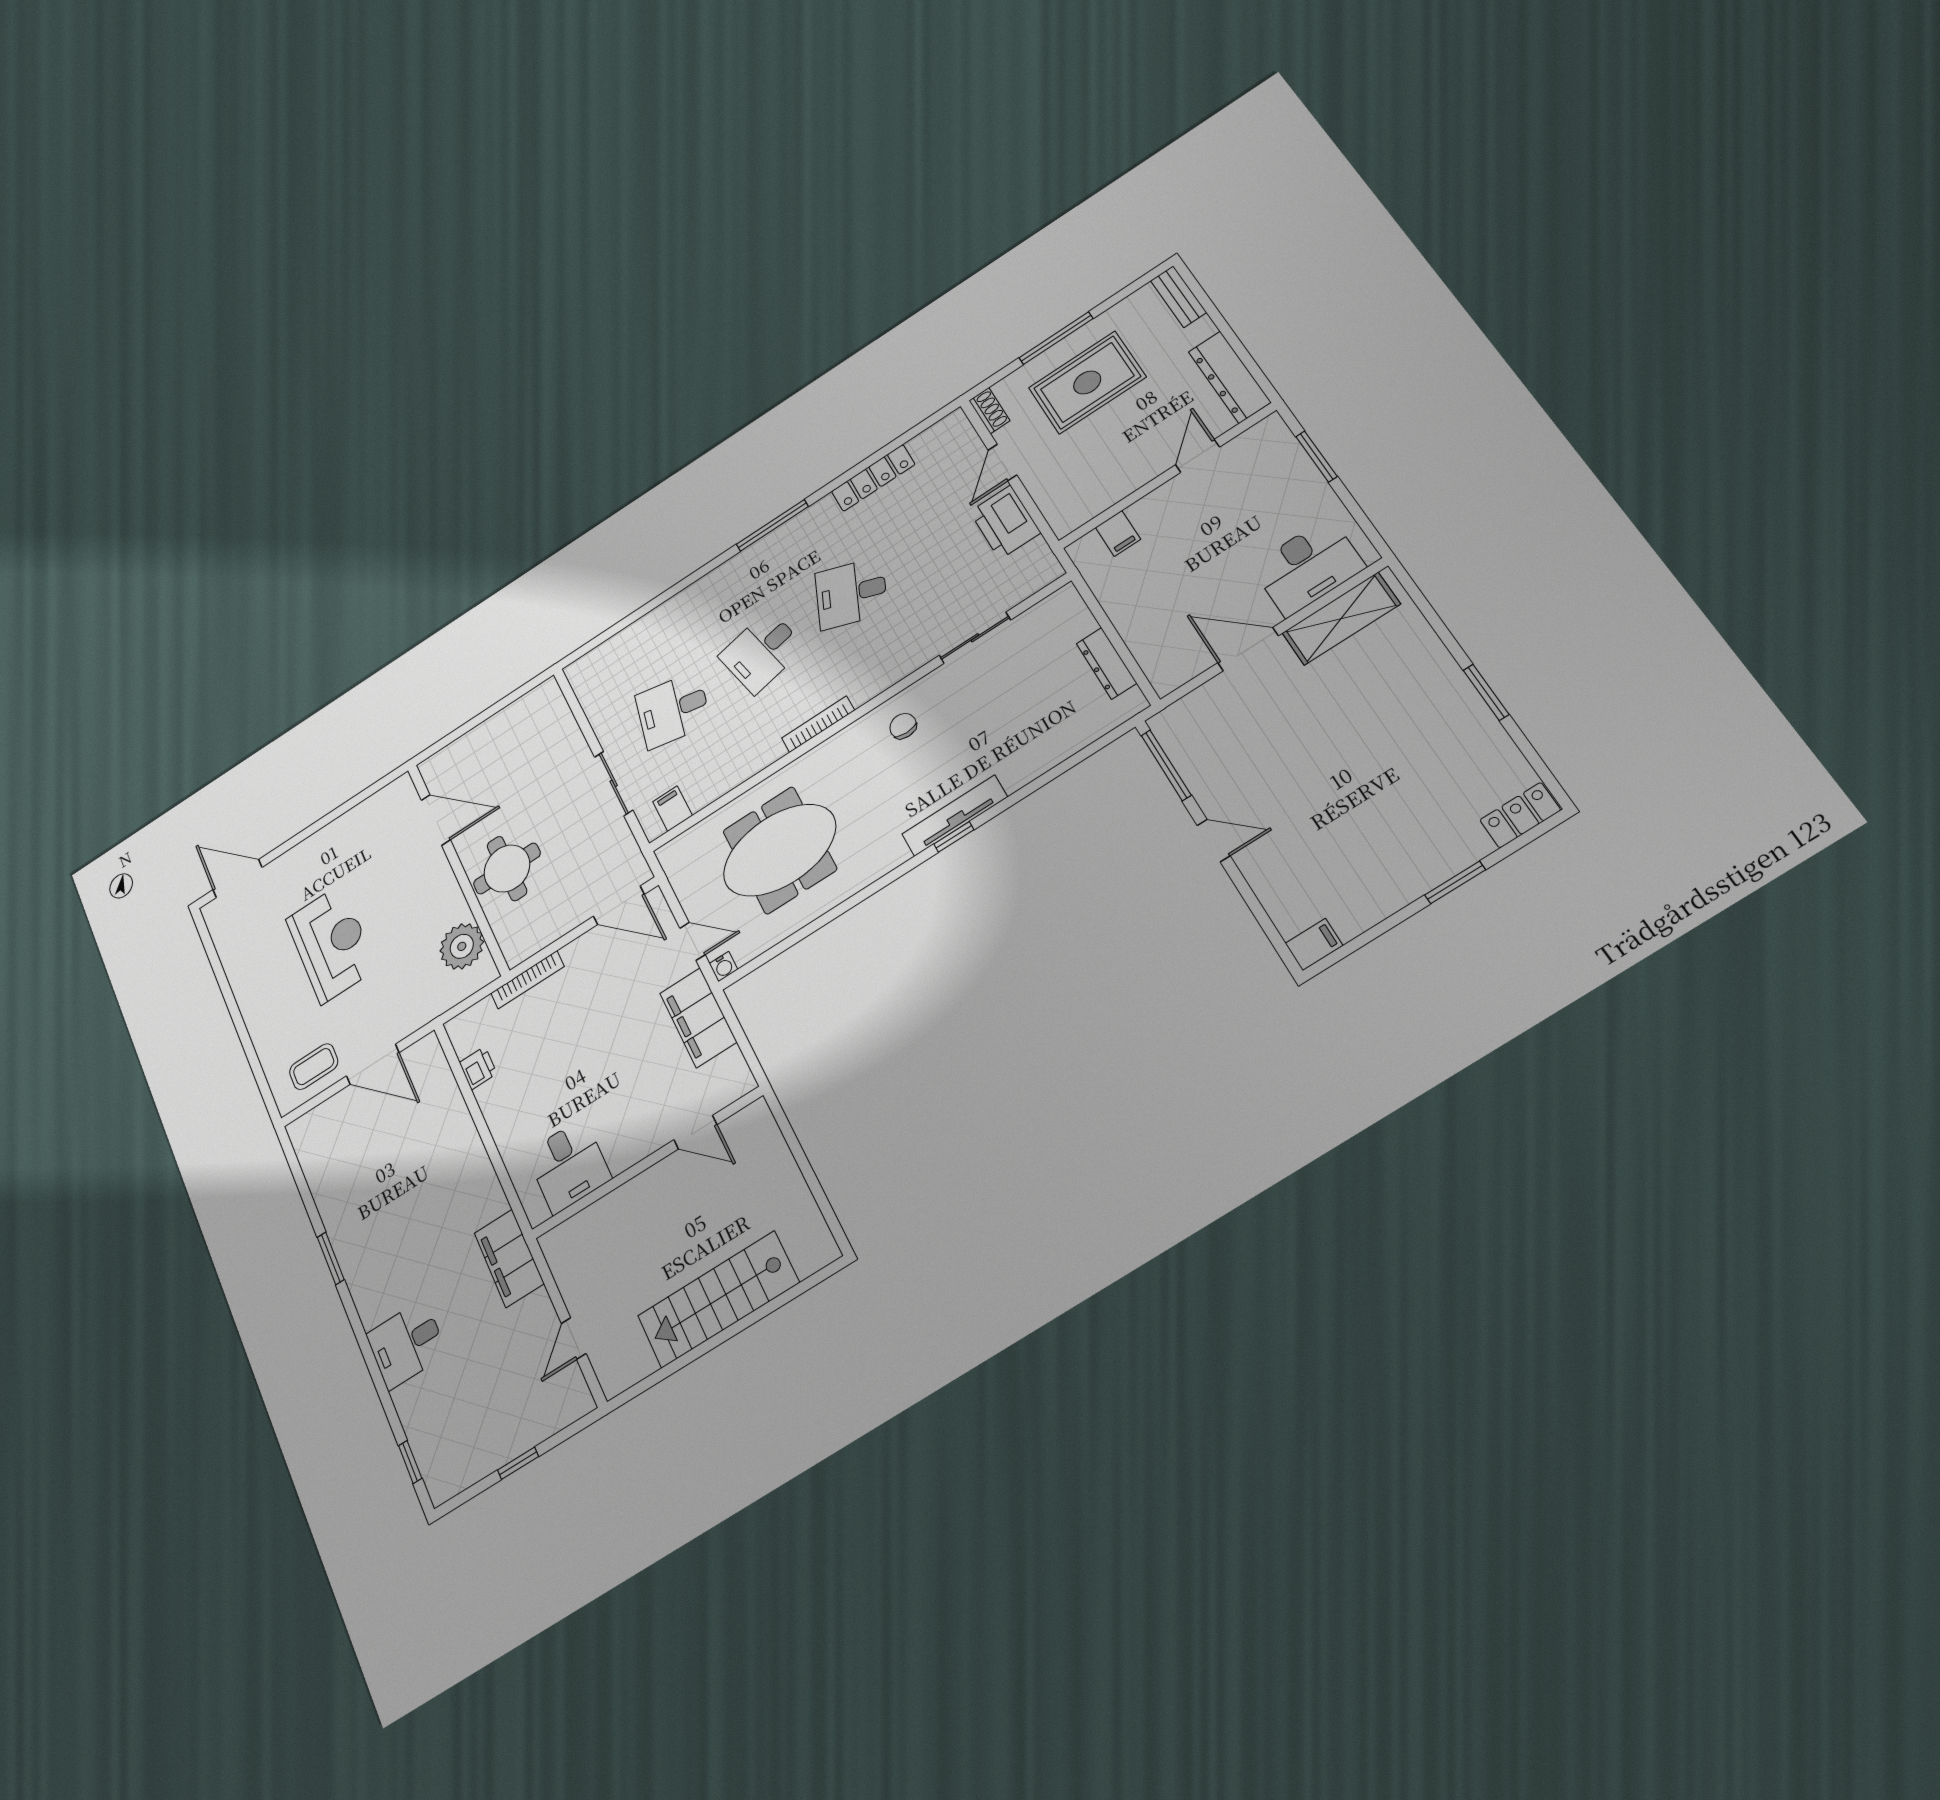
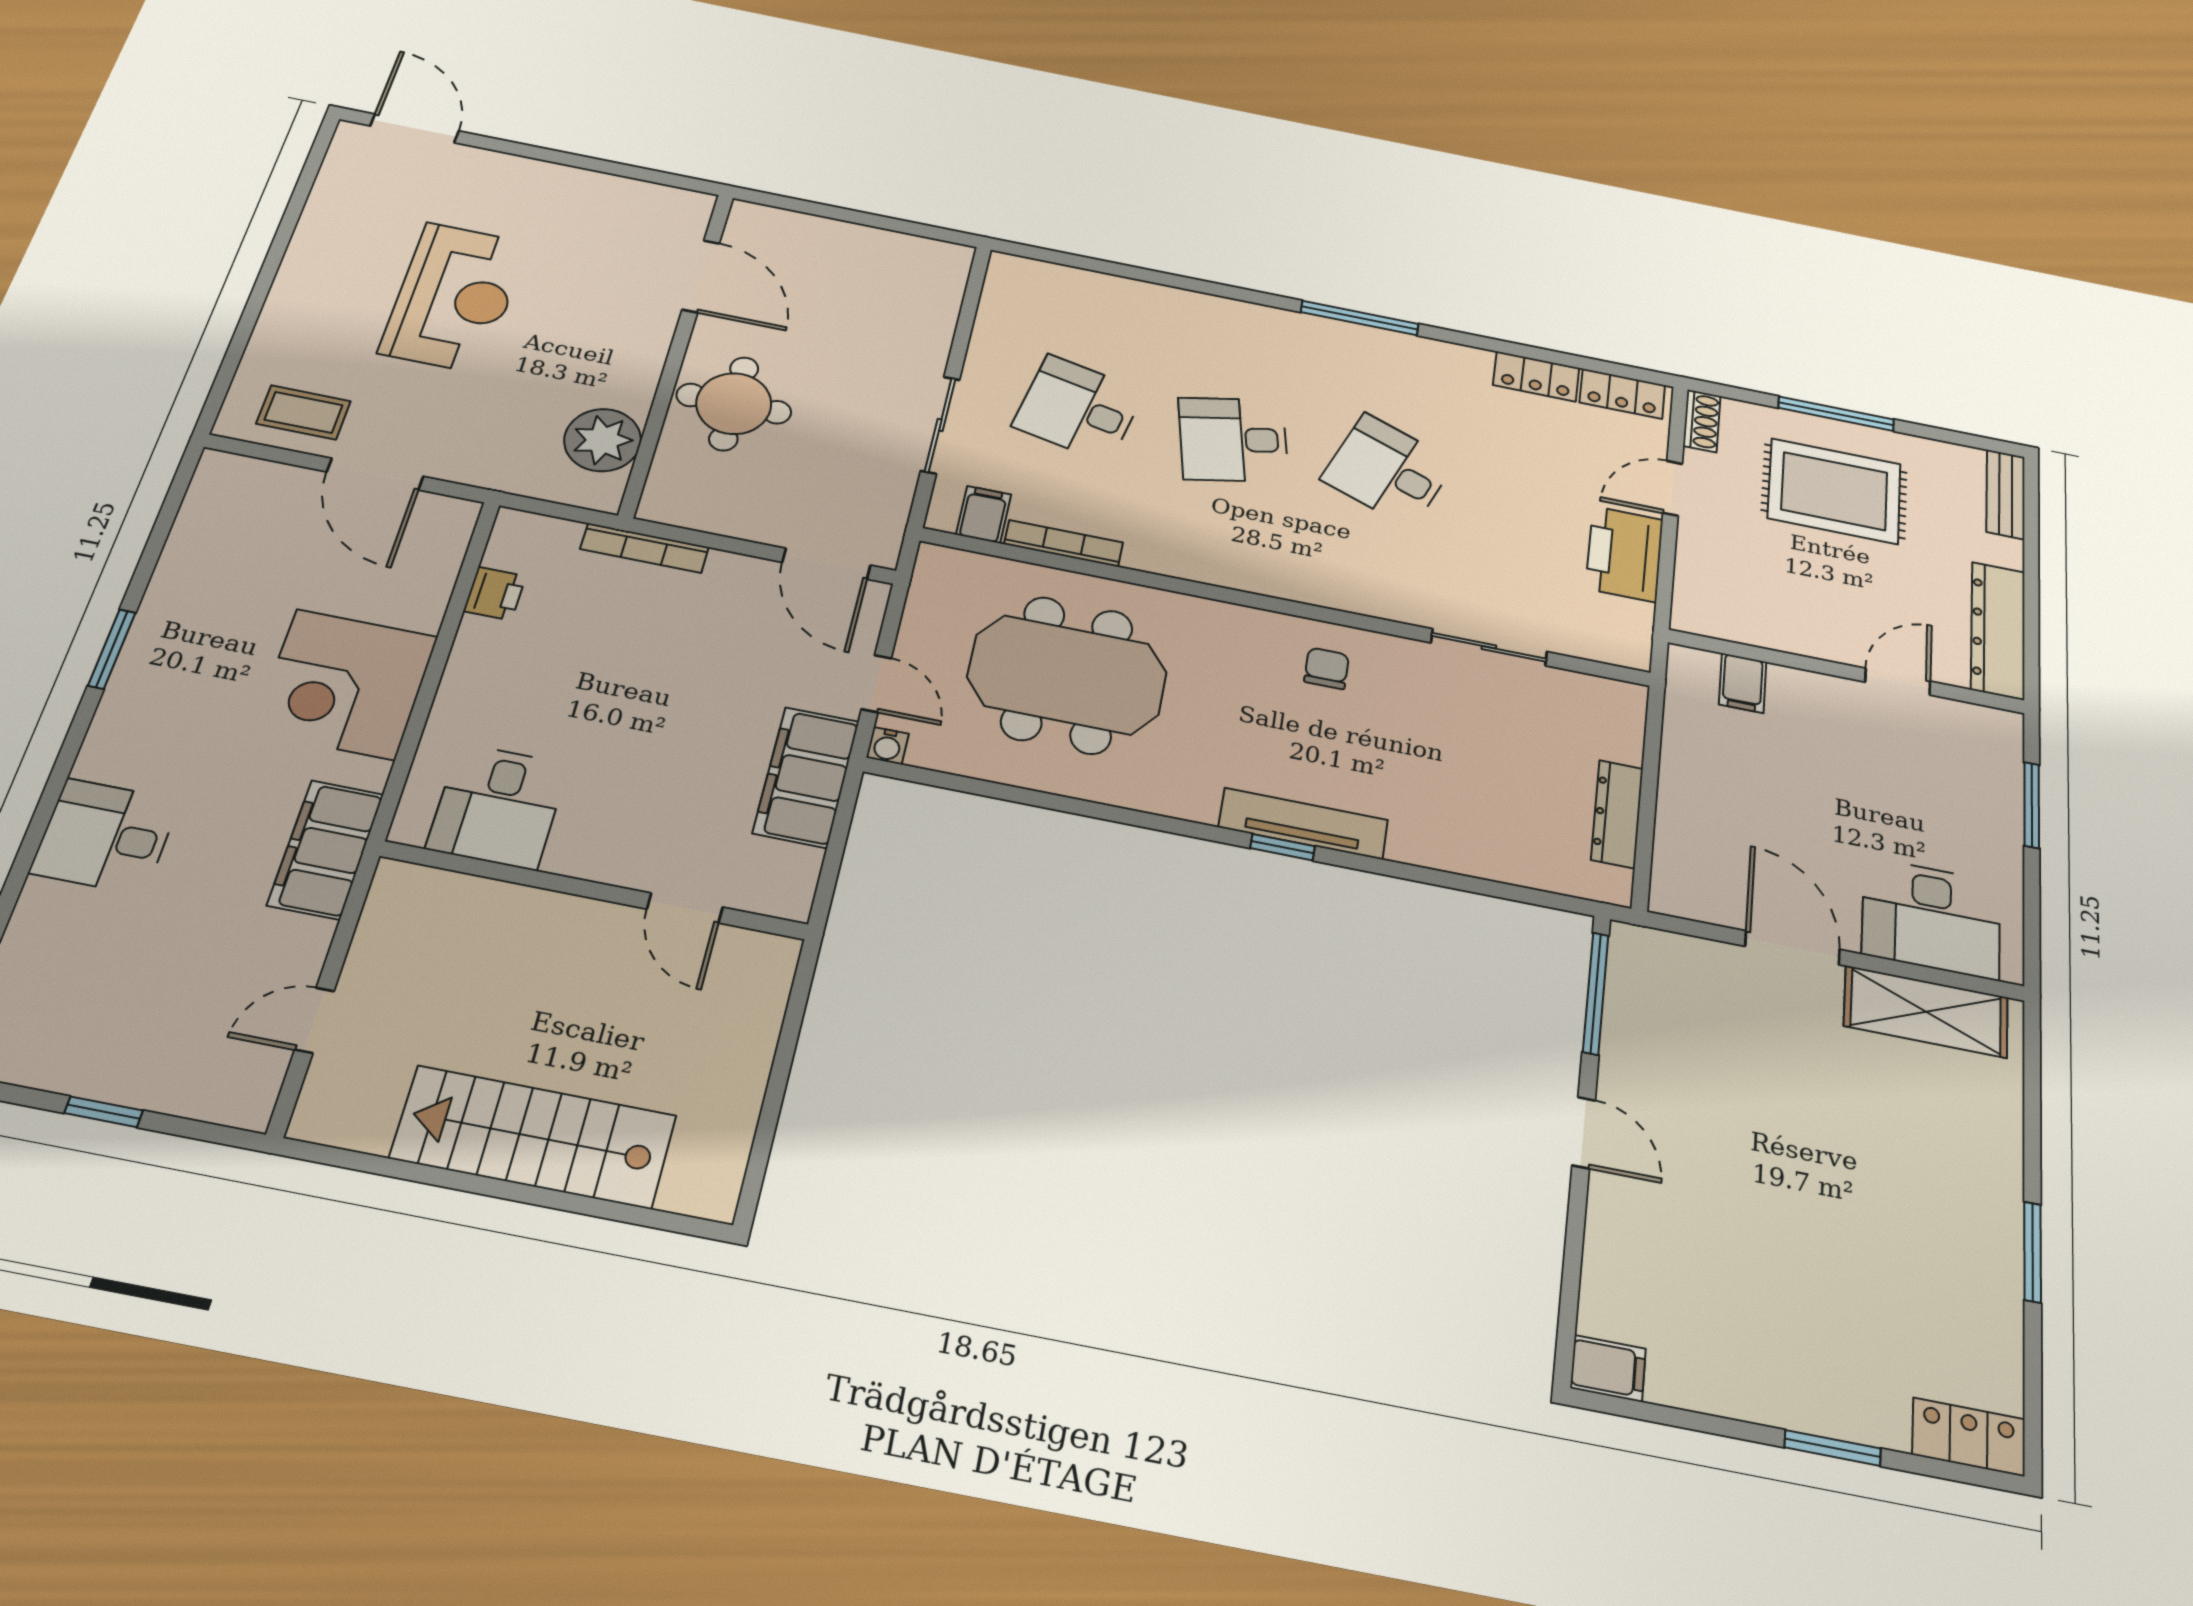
locker: (937, 436) -> (1622, 394), added
locker: (873, 478) -> (1536, 376), width x0.66
bookcase: (818, 724) -> (1064, 543), moved
corner desk: (449, 1175) -> (345, 684), added

